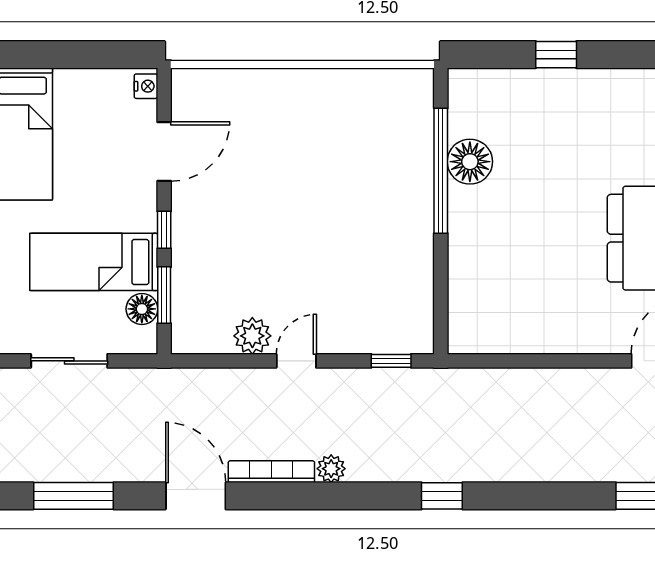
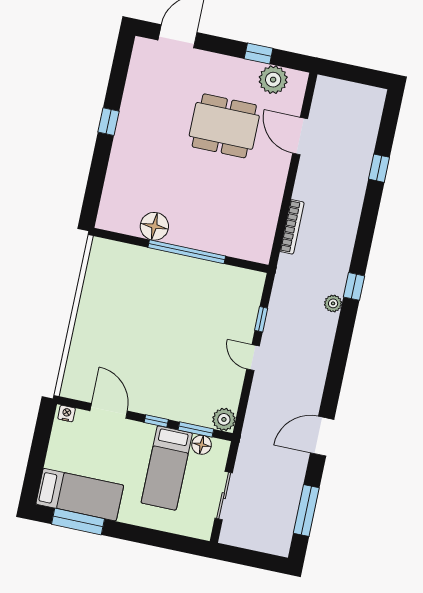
window: (556, 55) -> (109, 122), moved
window: (441, 171) -> (187, 252), moved
plant: (252, 336) -> (224, 419), moved
window: (391, 361) -> (261, 319), moved
plant: (331, 469) -> (333, 303), moved
bookcase: (271, 472) -> (292, 227), moved, turned 180

